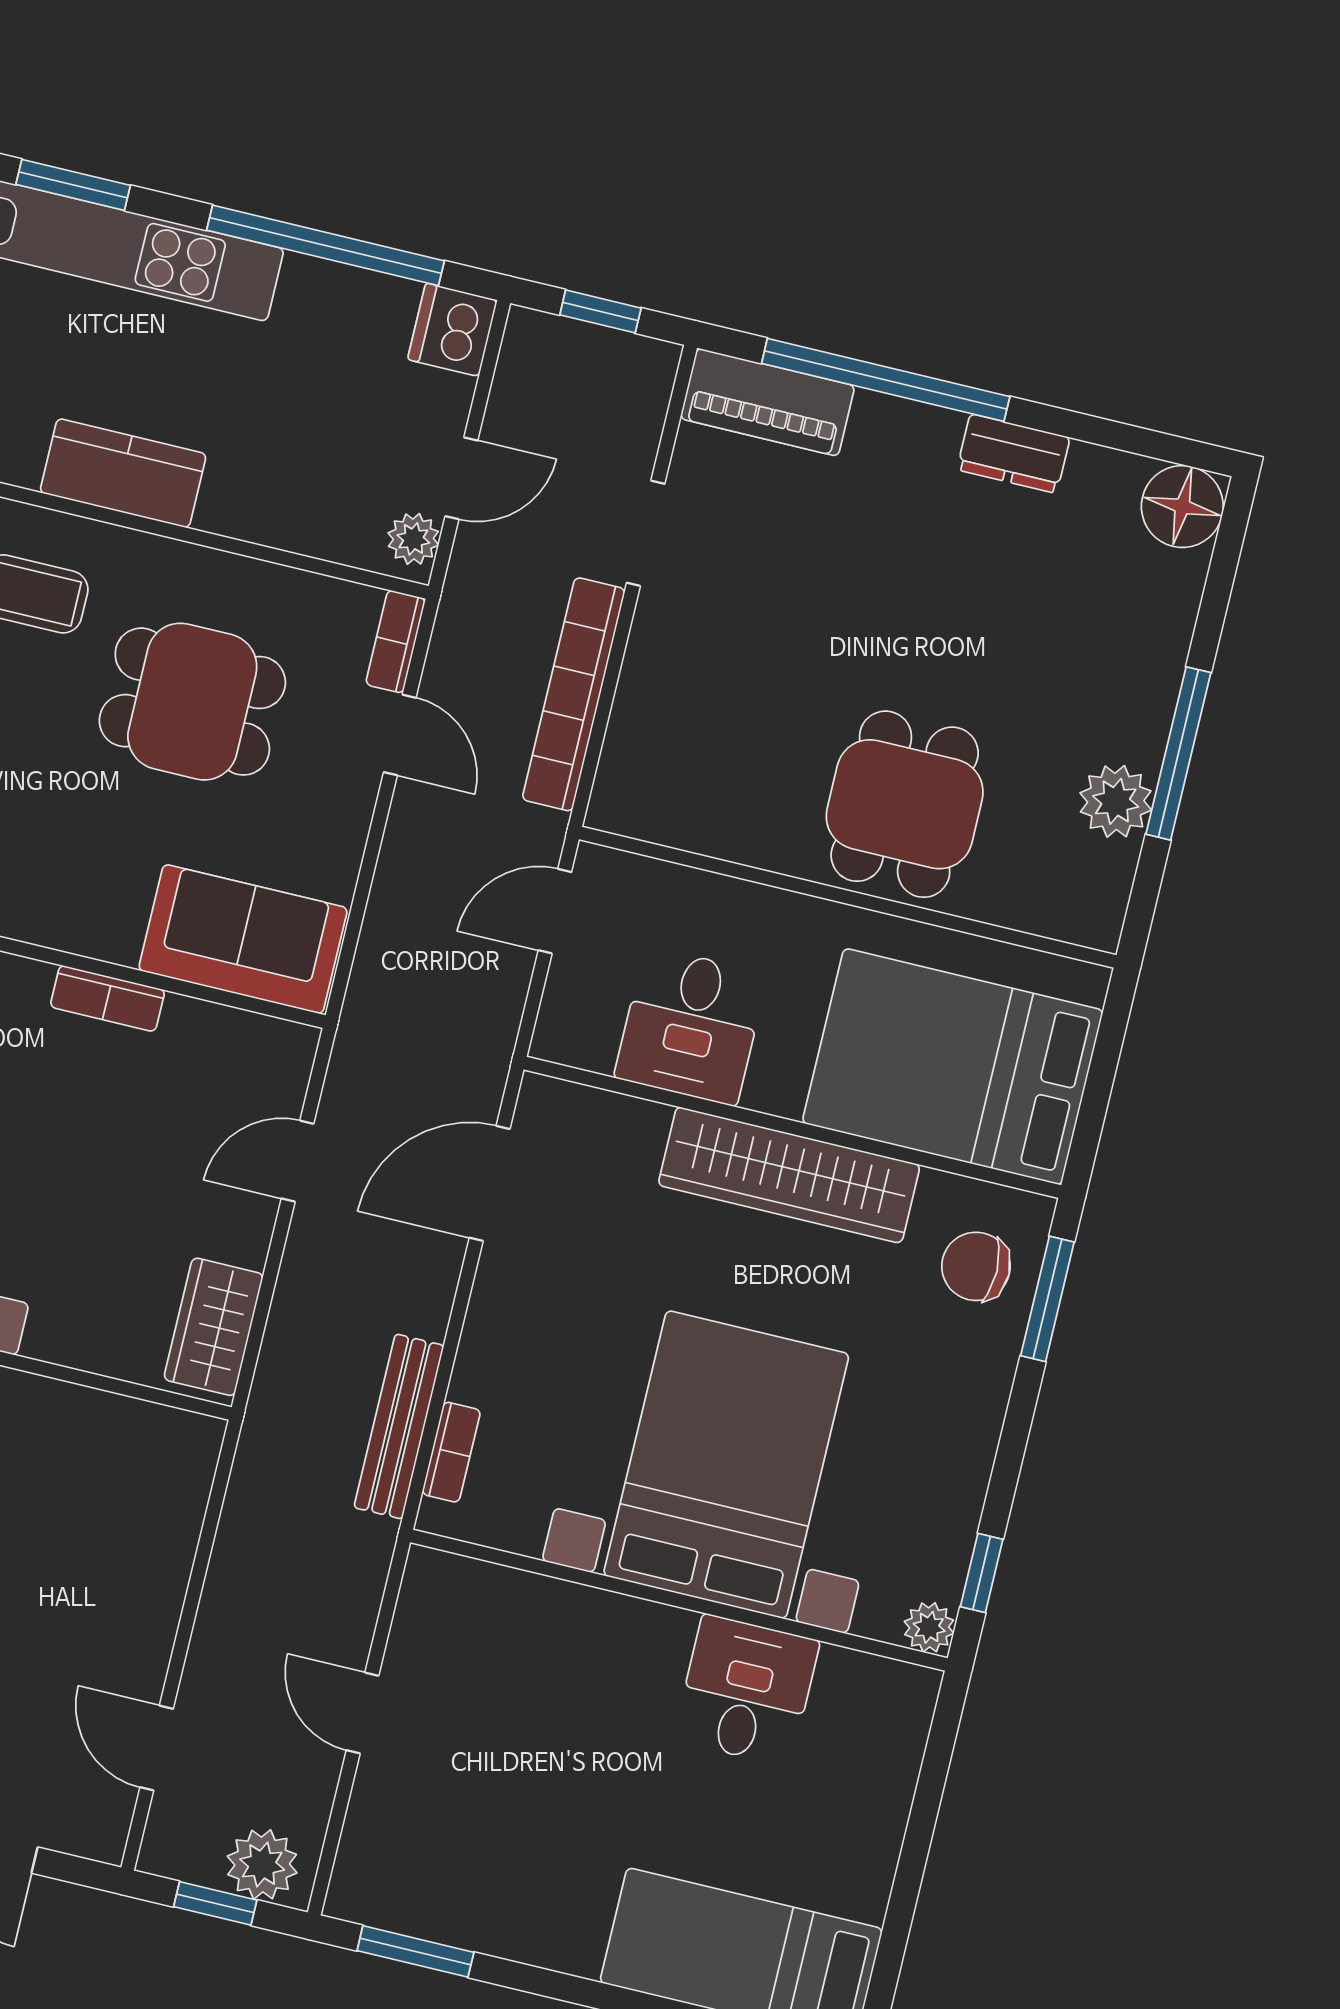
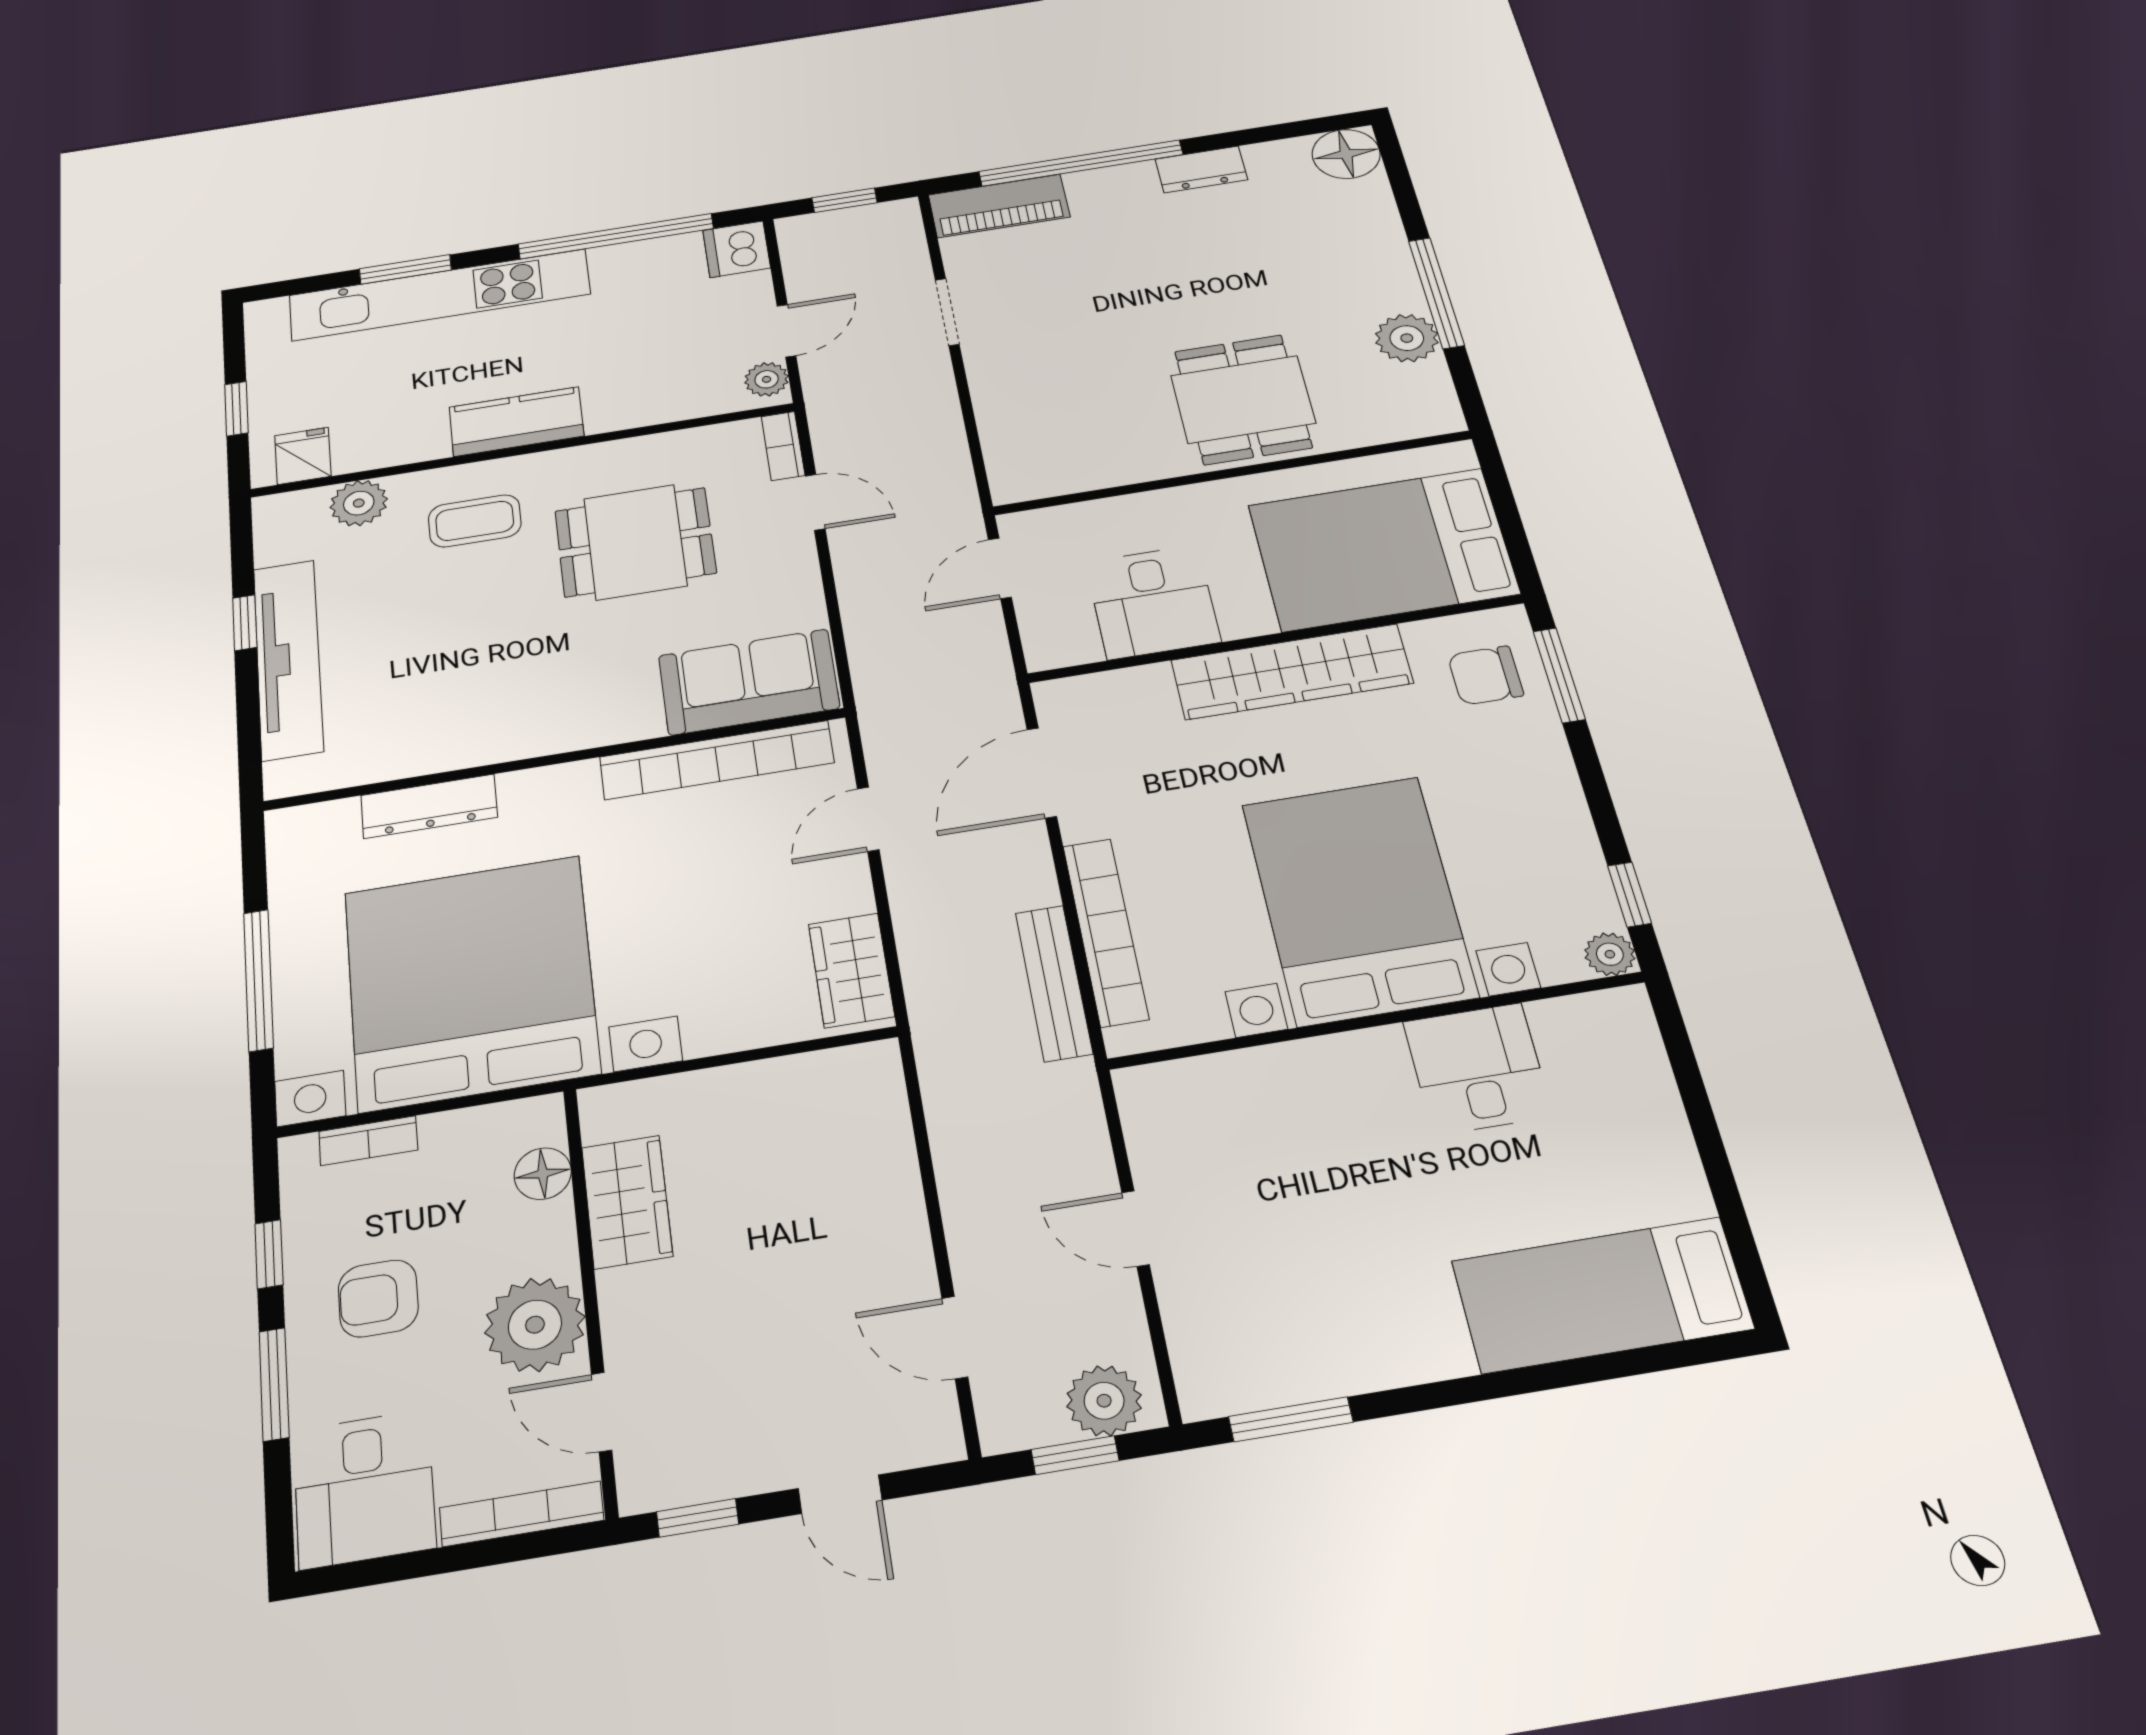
bookcase: (574, 694) -> (942, 427), removed
bookcase: (107, 998) -> (717, 760), width x2.31, depth x1.31
bookcase: (451, 1452) -> (1105, 932), width x2.31, depth x1.31

